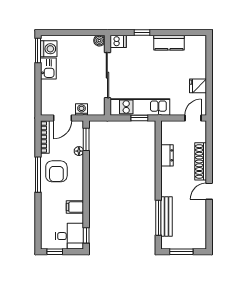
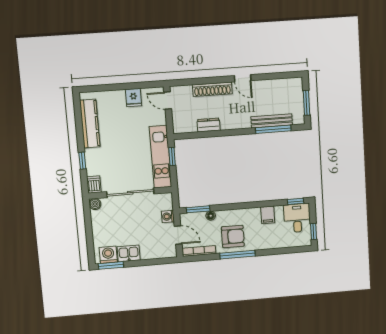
kitchen counter: (169, 43) -> (90, 124), width x1.50

